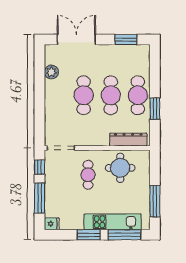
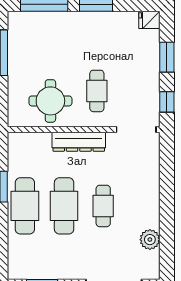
cafe table: (84, 95) -> (103, 206), width x0.73, depth x0.74
dresser: (128, 140) -> (79, 142), moved
window: (40, 198) -> (167, 57), width x0.69
kitchen unit: (113, 222) -> (61, 23), removed

